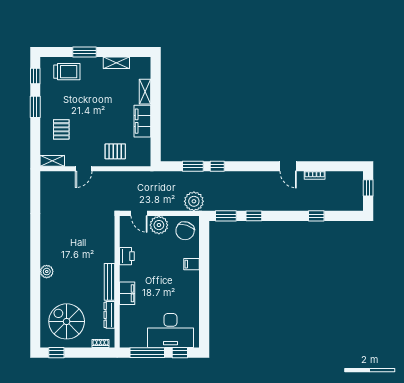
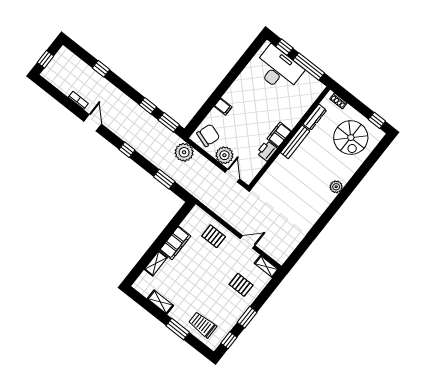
pallet: (61, 129) -> (241, 285), turned 90
window: (217, 166) -> (127, 150), moved
filing cabinet: (127, 293) -> (279, 135), moved

